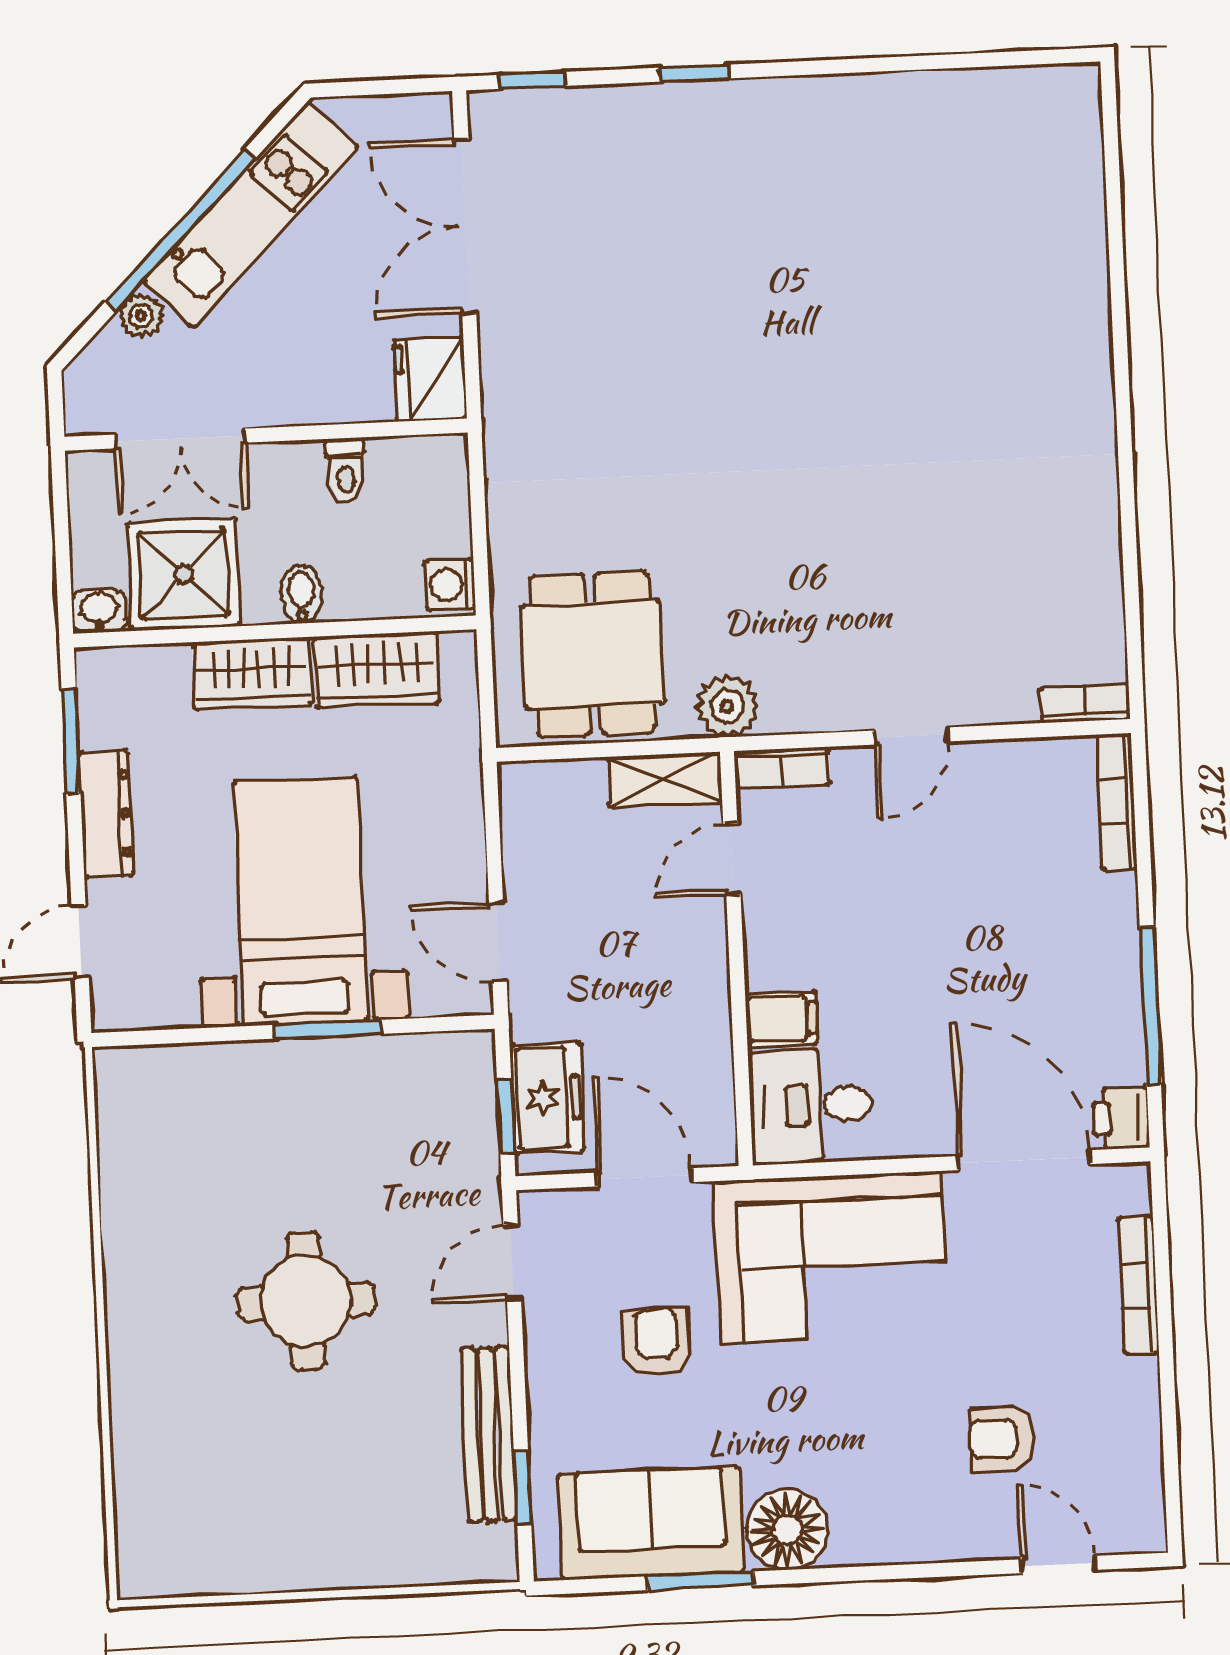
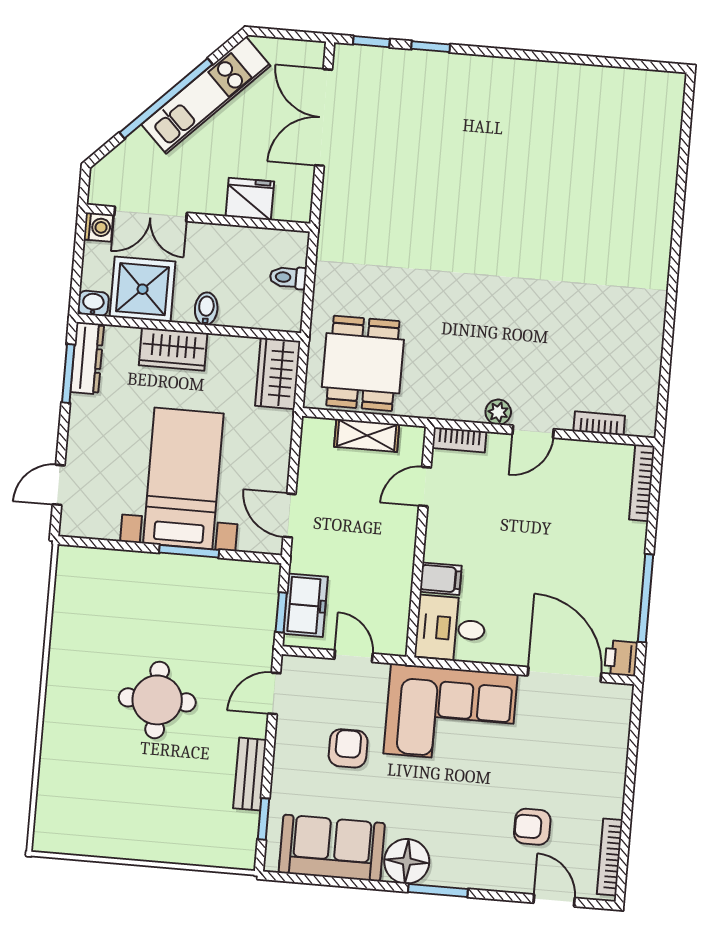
window: (694, 73) -> (431, 47), moved
plant: (141, 316) -> (138, 143), removed
fridge: (430, 380) -> (250, 199), moved, turned 90
toilet: (346, 470) -> (288, 277), moved, turned 90
washing machine: (450, 585) -> (98, 227), moved, turned 180
wardrobe: (377, 669) -> (278, 373), moved, turned 90
bookcase: (1085, 703) -> (599, 423), moved
plant: (727, 706) -> (498, 412), moved, width x0.73, depth x0.73
shelving: (665, 780) -> (367, 435), moved
dresser: (106, 814) -> (87, 358), moved
door: (645, 1177) -> (354, 656), width x0.73
bookcase: (1139, 1285) -> (610, 857), moved
bench: (489, 1434) -> (250, 774), width x0.73
window: (700, 1581) -> (438, 890), moved

